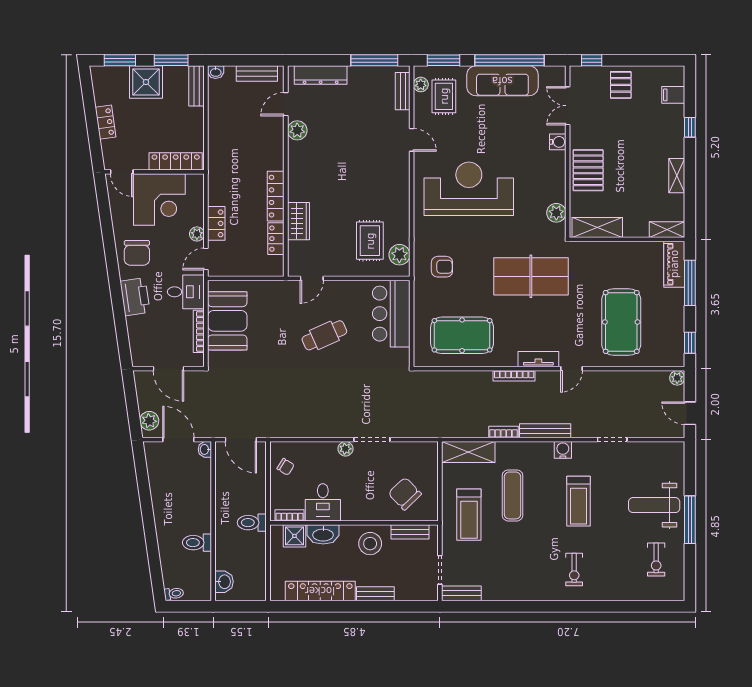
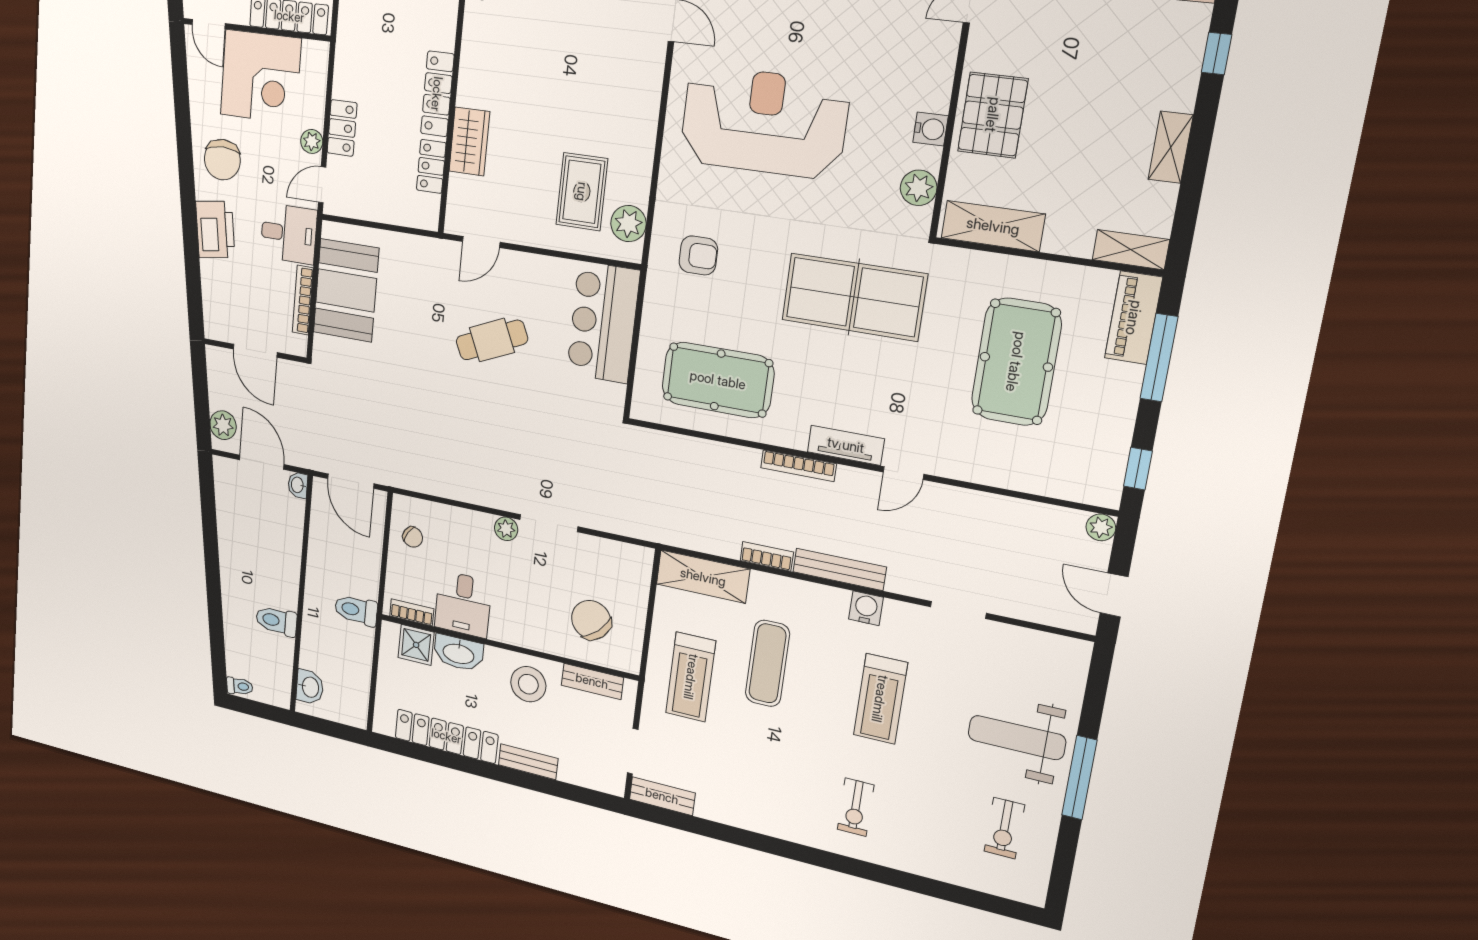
water cooler: (558, 142) -> (930, 129), moved
pool table: (621, 322) -> (1016, 362), moved

